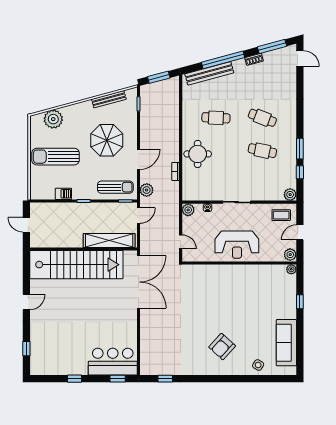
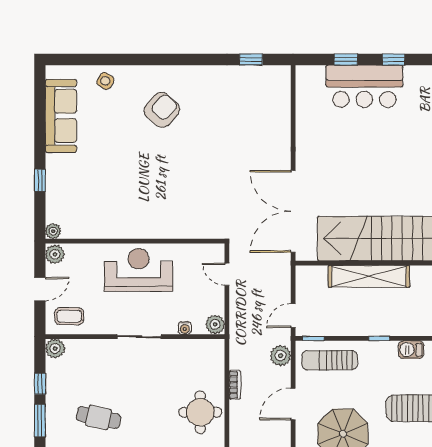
shelving: (109, 241) -> (369, 276), moved
bar counter: (113, 362) -> (364, 86), moved
window: (118, 379) -> (346, 59), moved

